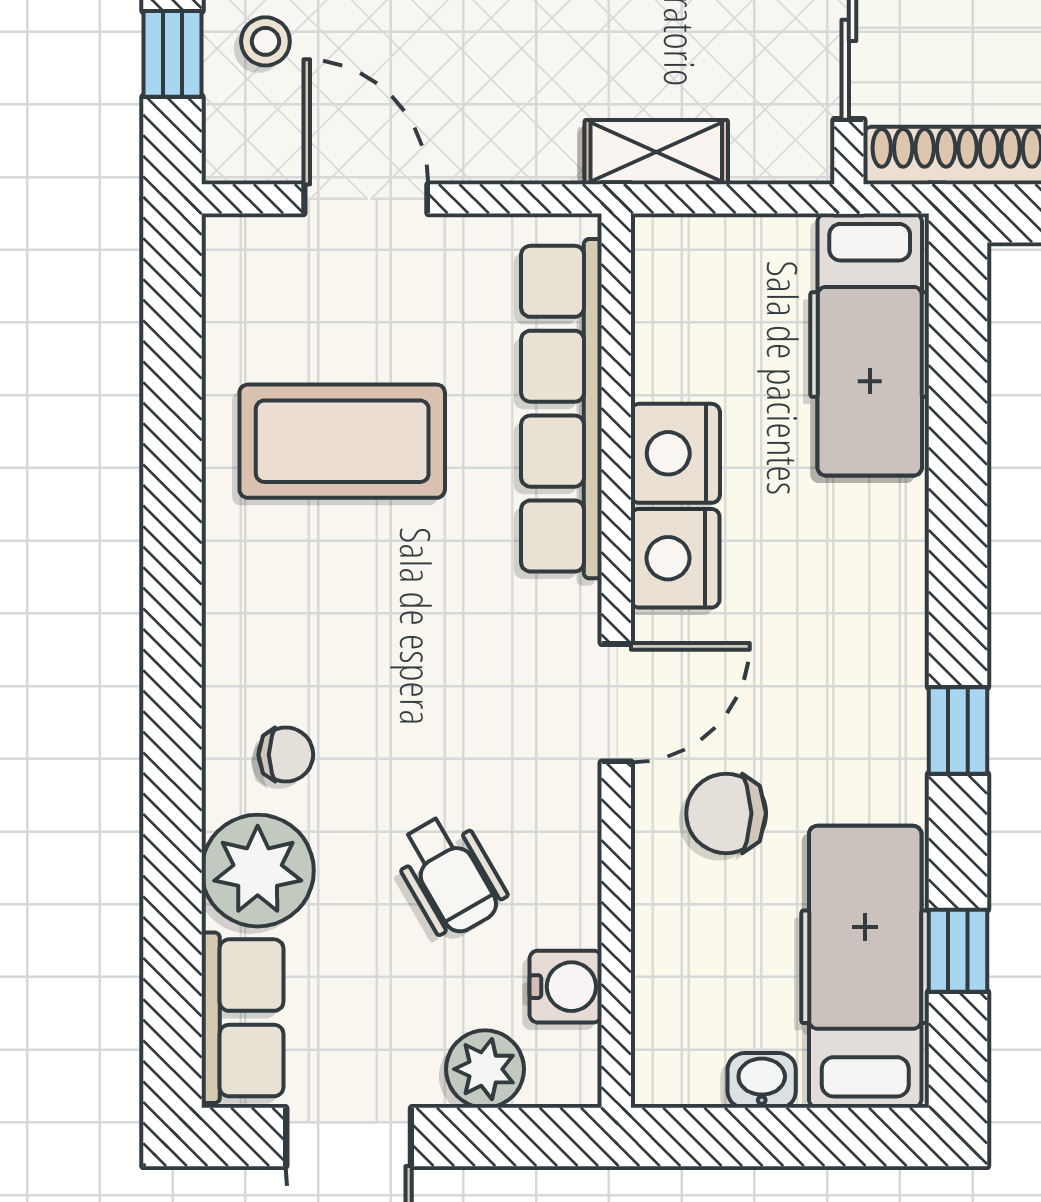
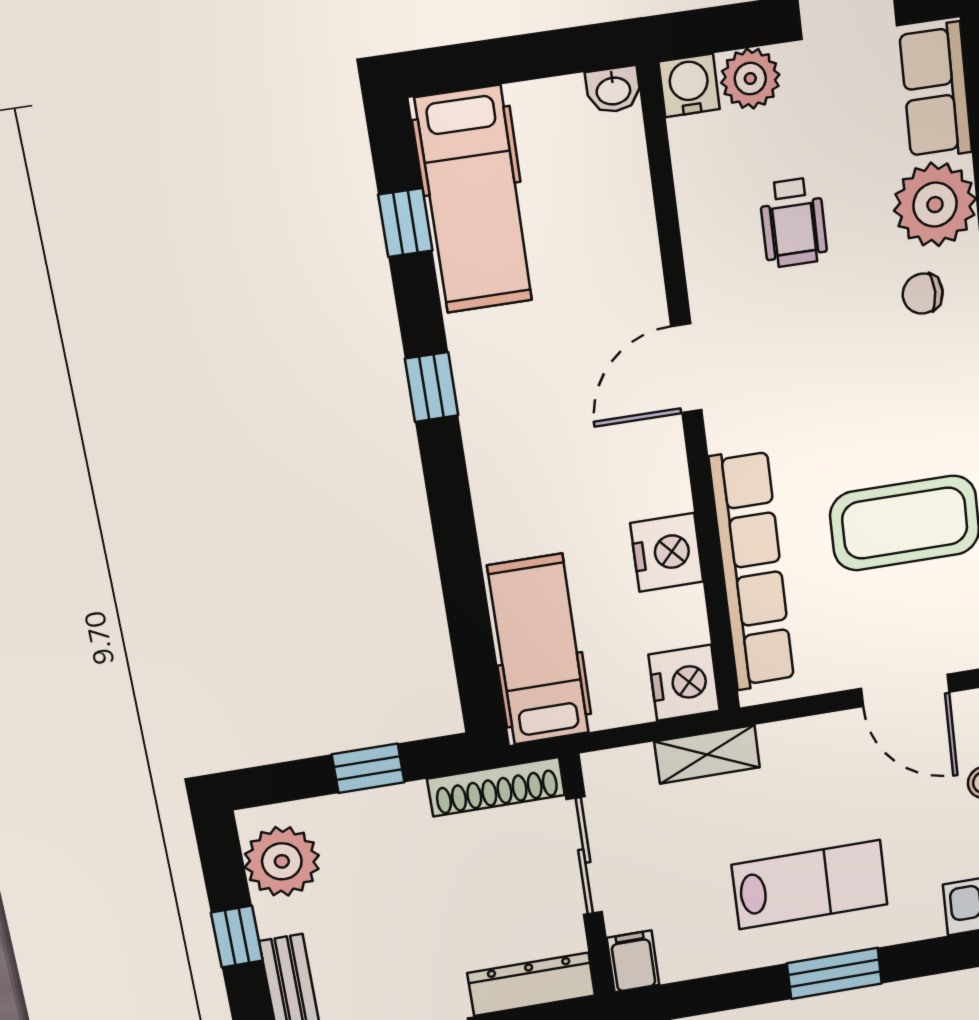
nightstand: (675, 558) -> (684, 683), moved
chair: (726, 813) -> (595, 300), removed
wheelchair: (450, 875) -> (793, 223), turned -150
water cooler: (566, 987) -> (689, 85), moved, turned 90
washbasin: (762, 1080) -> (613, 90), moved

